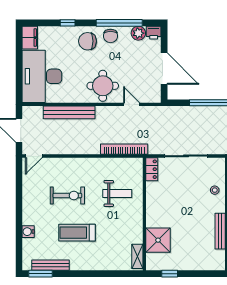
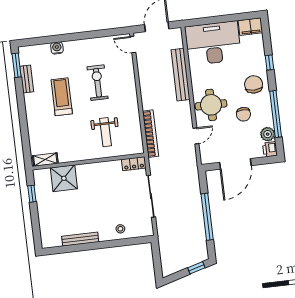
chair: (110, 36) -> (243, 114), moved, turned -90
exercise bike: (67, 196) -> (98, 83), turned 180
bench: (50, 265) -> (27, 79), width x0.73

